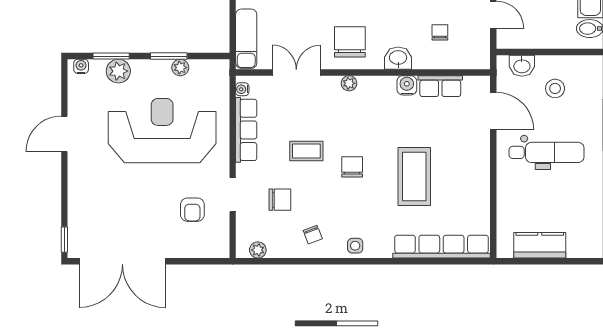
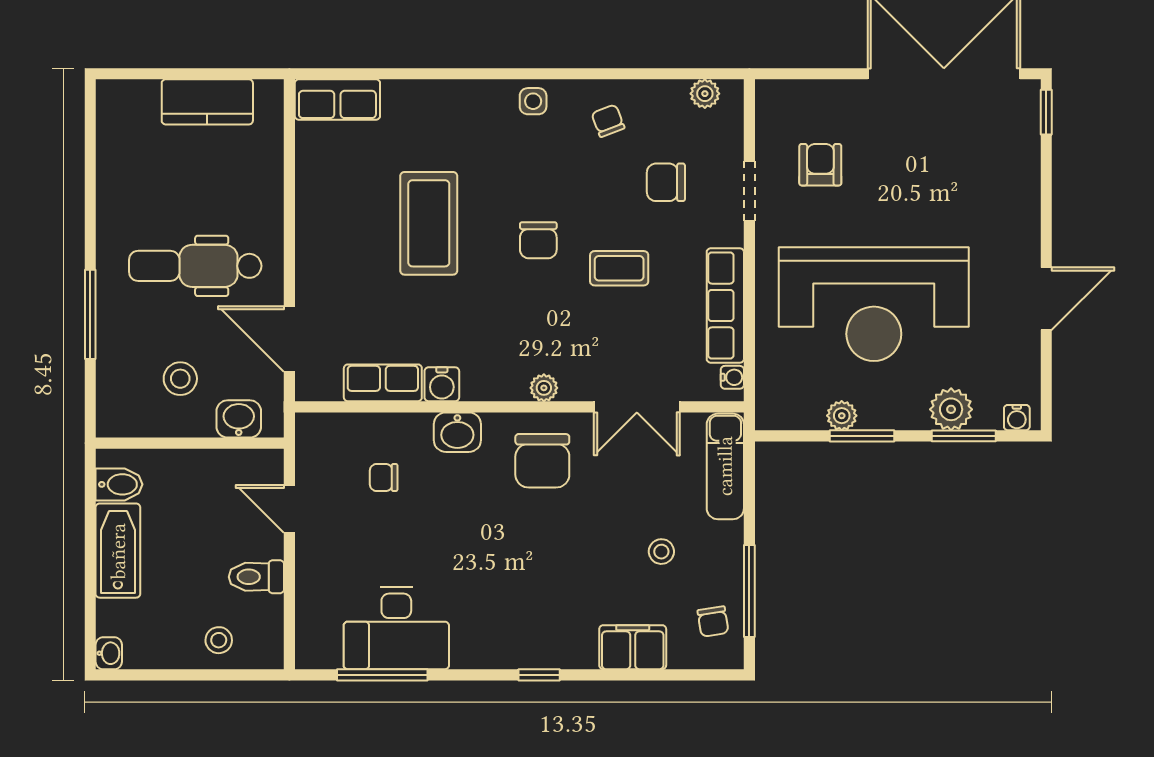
chair: (440, 32) -> (384, 477), turned 90
row of seats: (441, 247) -> (337, 100), width x0.50

